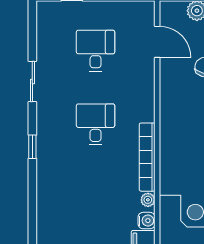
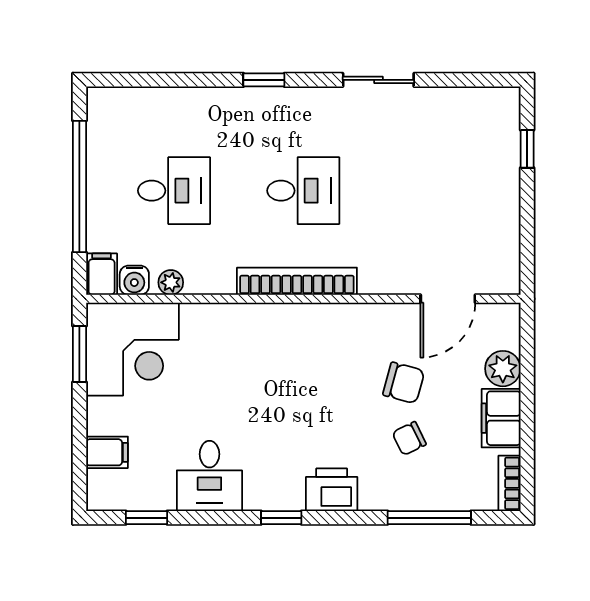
desk: (96, 51) -> (174, 191), moved
bookcase: (147, 157) -> (297, 281), moved

